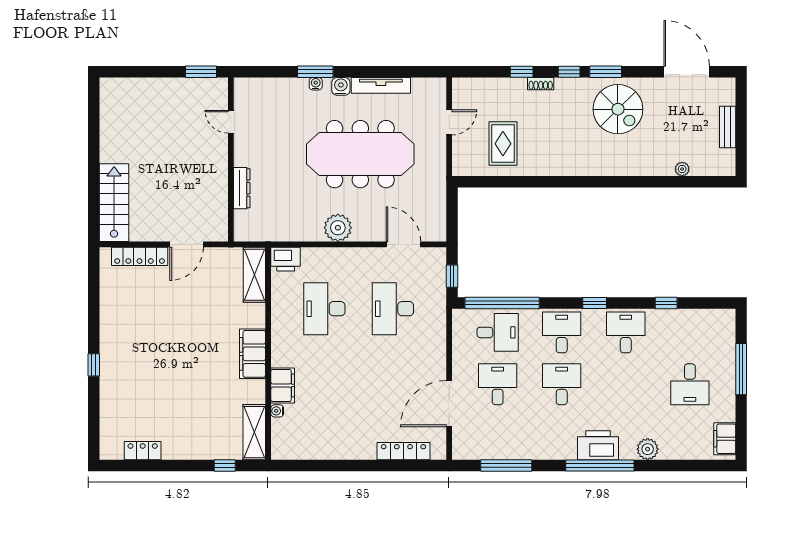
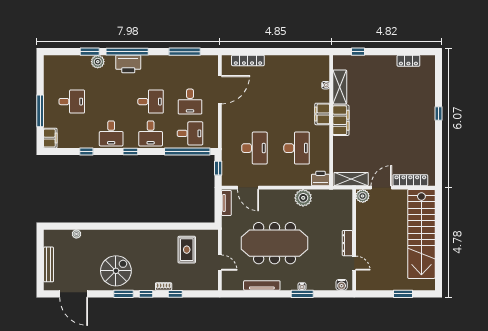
window: (201, 72) -> (403, 294), moved
water cooler: (341, 86) -> (342, 285), moved
spiral stairs: (618, 109) -> (116, 271), turned 90
door: (449, 122) -> (220, 263), swing flipped
bench: (728, 127) -> (49, 264), width x1.36
dresser: (242, 188) -> (347, 243), moved
stairs: (114, 203) -> (421, 234), width x1.86, depth x1.51
tv unit: (438, 219) -> (226, 203), added
plant: (338, 228) -> (303, 198), moved
plant: (217, 231) -> (363, 196), added
shelving: (254, 275) -> (351, 179), moved, turned 90
desk: (498, 332) -> (190, 133), turned 180
desk: (562, 384) -> (151, 102), turned -90
desk: (690, 384) -> (72, 102), turned 90
filing cabinet: (283, 385) -> (322, 114), moved
shelving: (254, 432) -> (340, 87), moved
filing cabinet: (725, 439) -> (50, 138), moved
window: (661, 465) -> (90, 52), added

